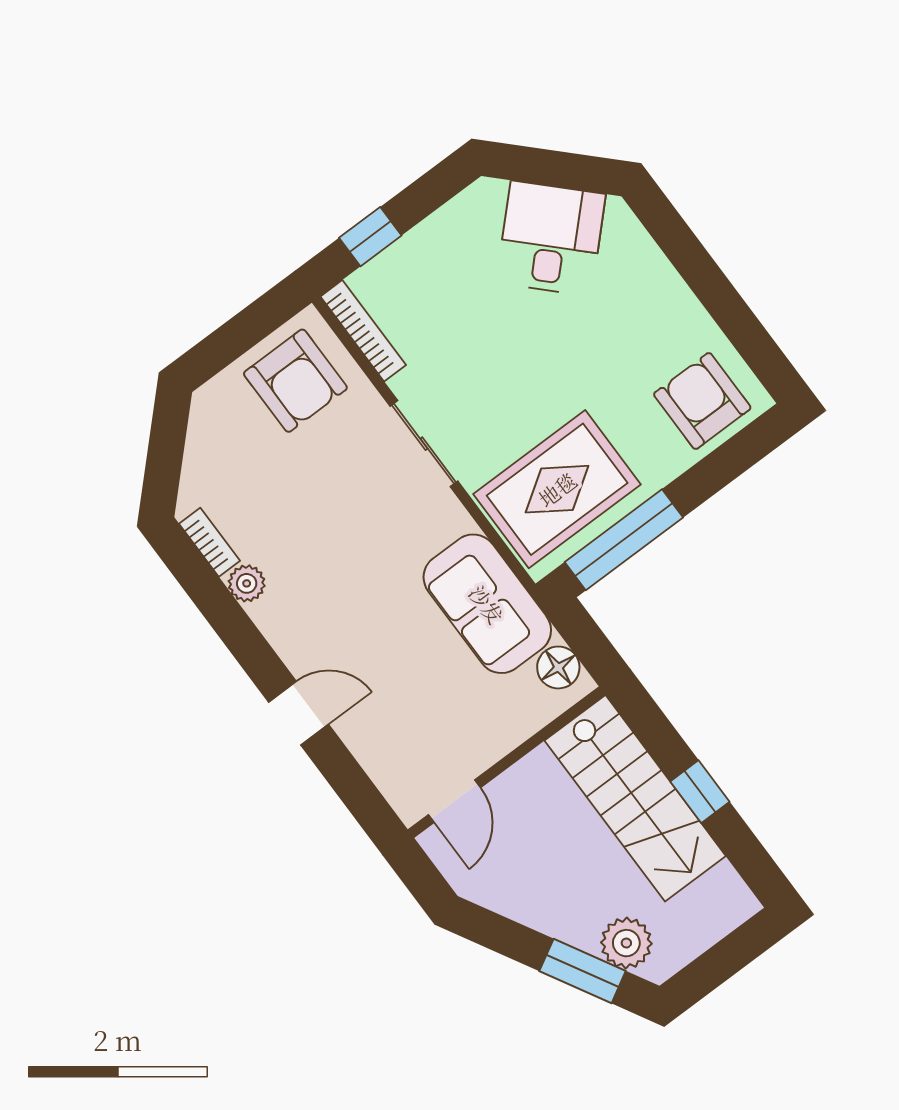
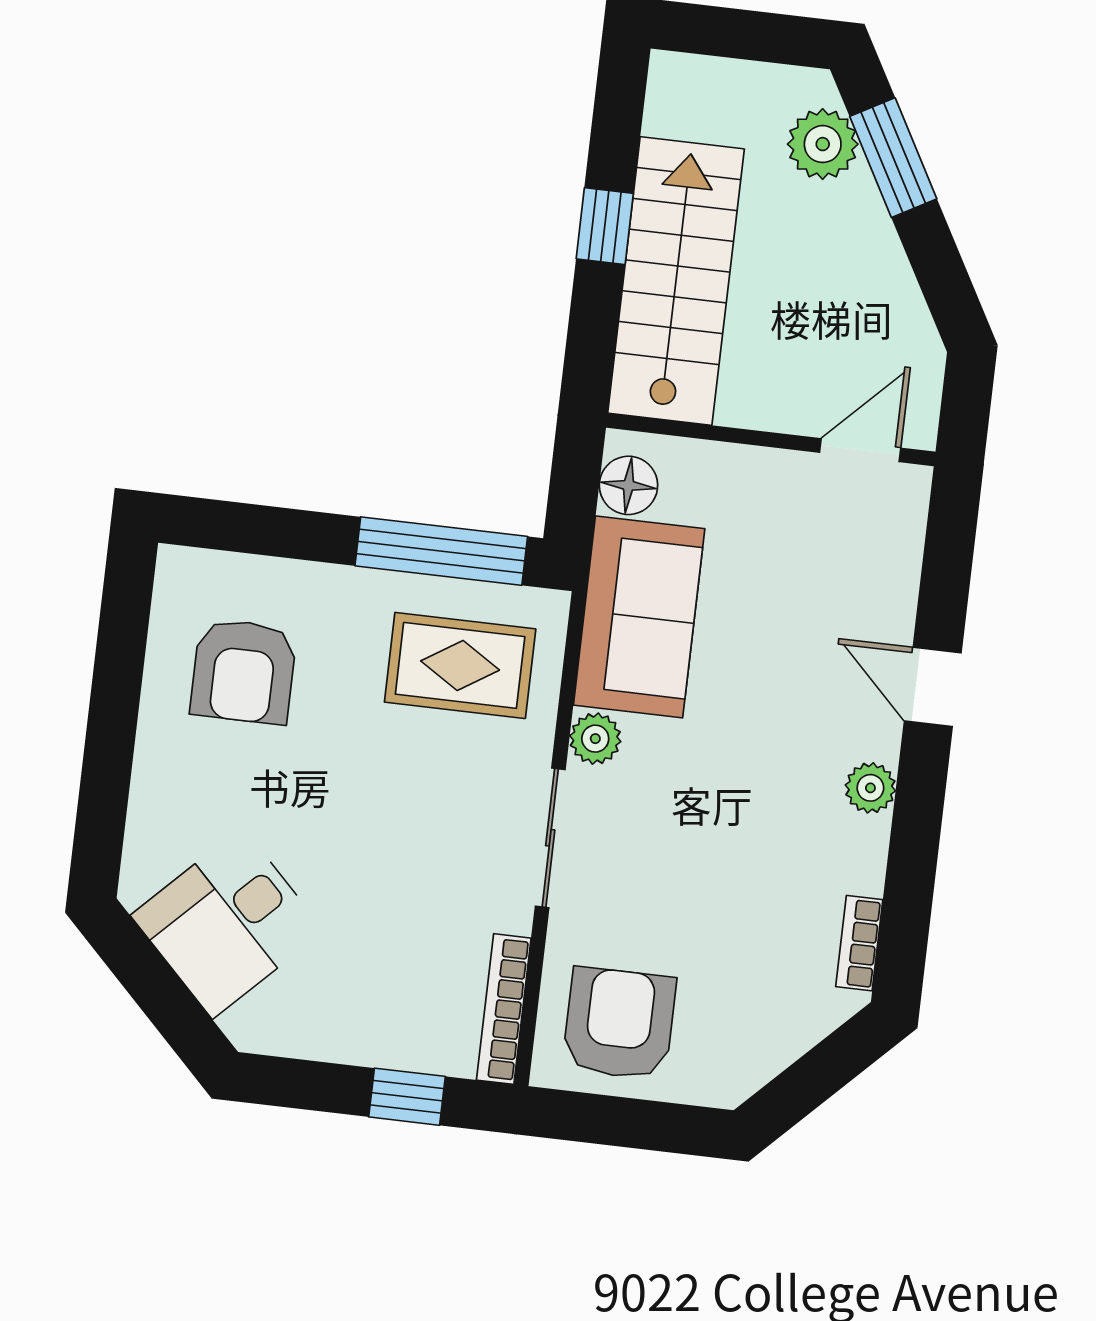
armchair: (702, 401) -> (243, 671), moved
rug: (557, 489) -> (460, 665), width x0.73, depth x0.70
plant: (450, 518) -> (595, 739), added
plant: (247, 583) -> (870, 788), moved

